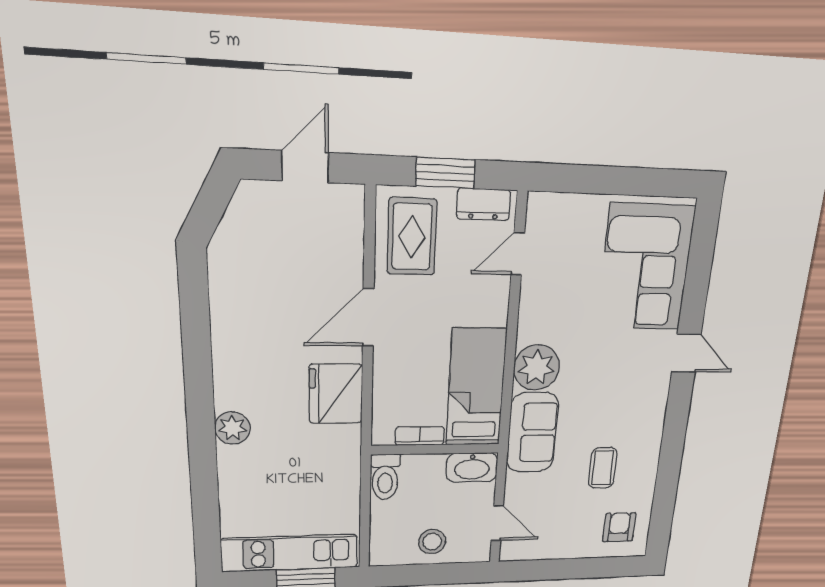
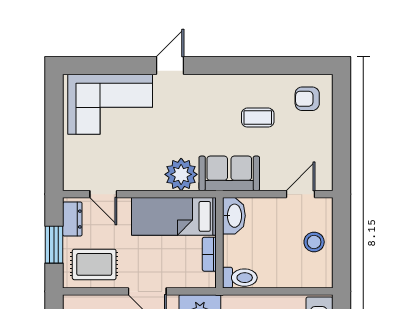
bed: (476, 388) -> (174, 216), moved
bookcase: (420, 436) -> (209, 254), moved
wall: (435, 449) -> (219, 243), moved
washbasin: (472, 467) -> (234, 216), moved
toilet: (385, 477) -> (240, 278), moved

